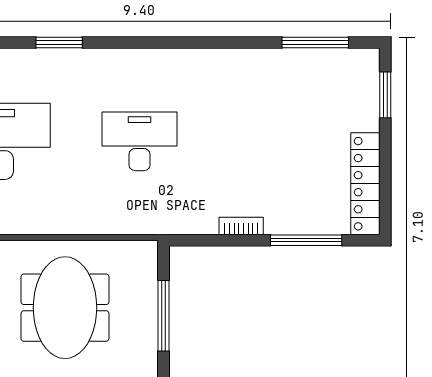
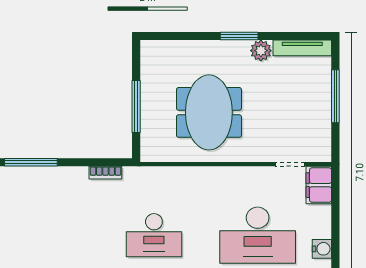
bookcase: (241, 226) -> (105, 173), moved

